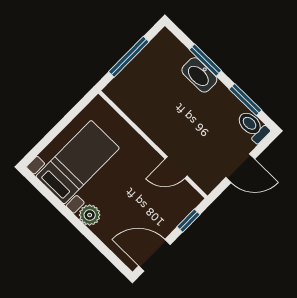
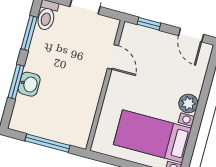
washbasin: (199, 75) -> (29, 84), width x0.72
door: (154, 255) -> (191, 35), width x0.73

